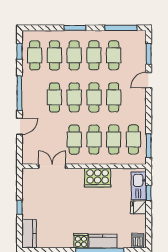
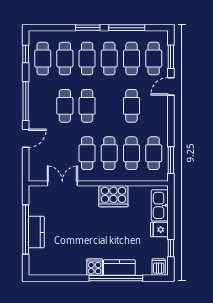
window: (121, 28) -> (127, 28), moved
cafe table: (94, 97) -> (154, 59), moved
window: (149, 193) -> (171, 248), moved
window: (19, 207) -> (26, 230), width x3.17
kitchen counter: (29, 233) -> (36, 232), moved

